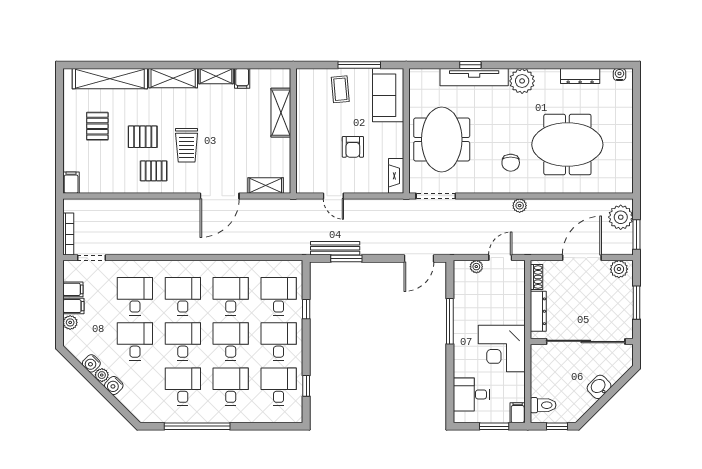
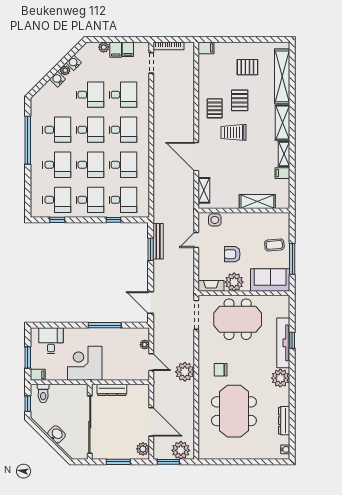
plant: (391, 144) -> (234, 282), added
side table: (306, 171) -> (215, 220), added
plant: (520, 206) -> (185, 372), width x1.88, depth x1.88
shoe rack: (537, 277) -> (137, 389), removed

